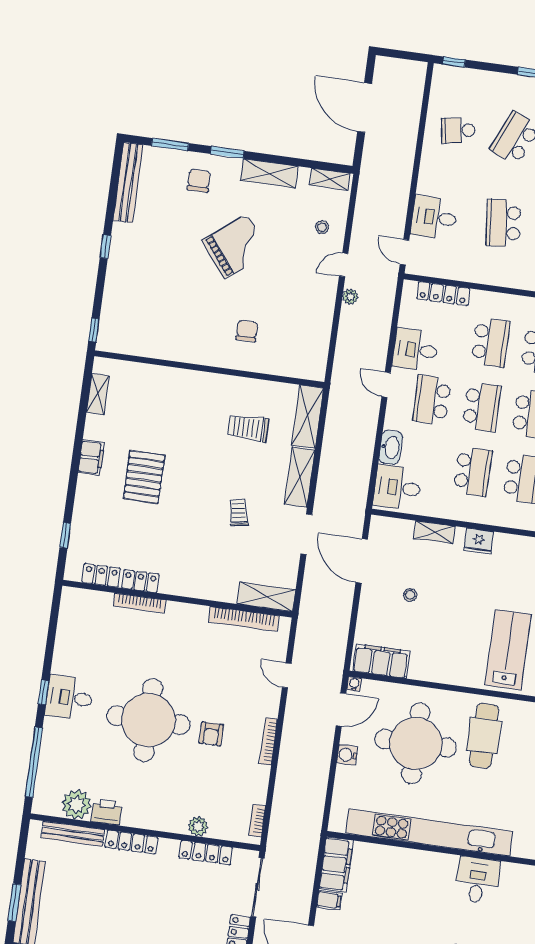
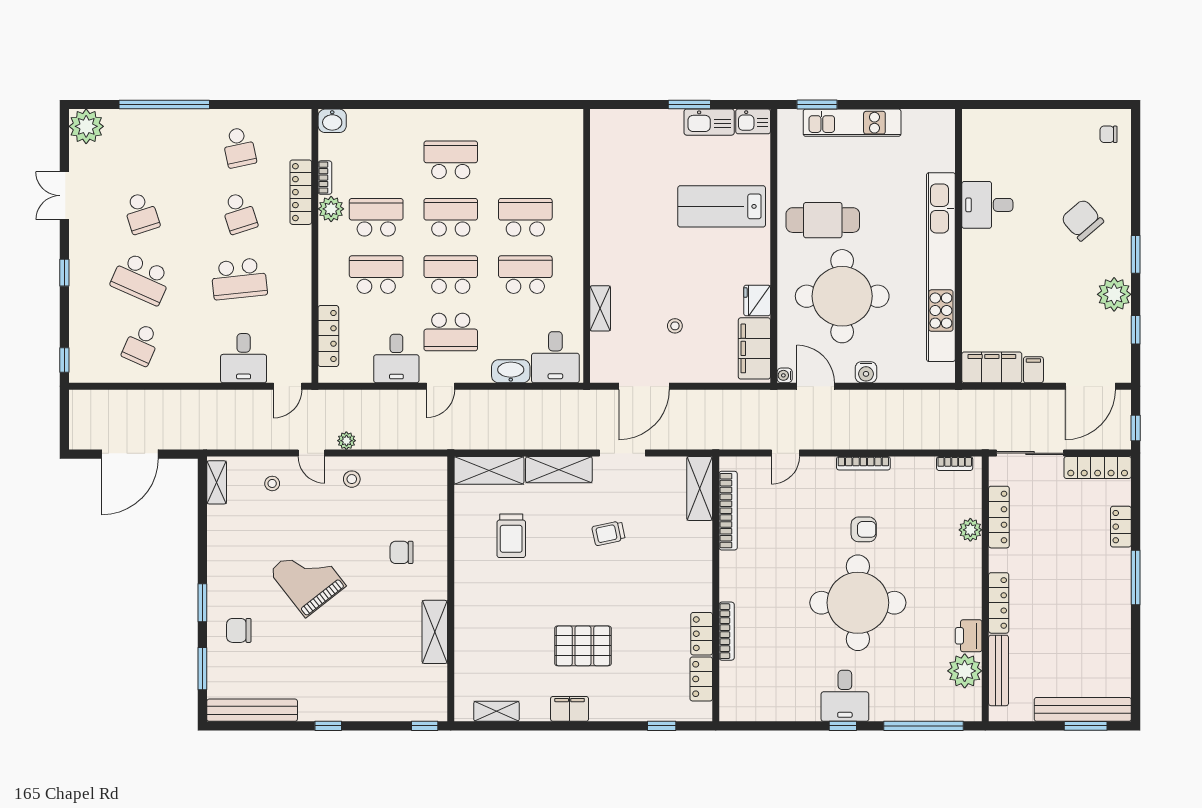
school desk: (458, 130) -> (141, 344), turned 33
shelving: (269, 173) -> (435, 632), moved
stool: (316, 297) -> (352, 479), added
fridge: (479, 541) -> (757, 300), moved, turned 180

